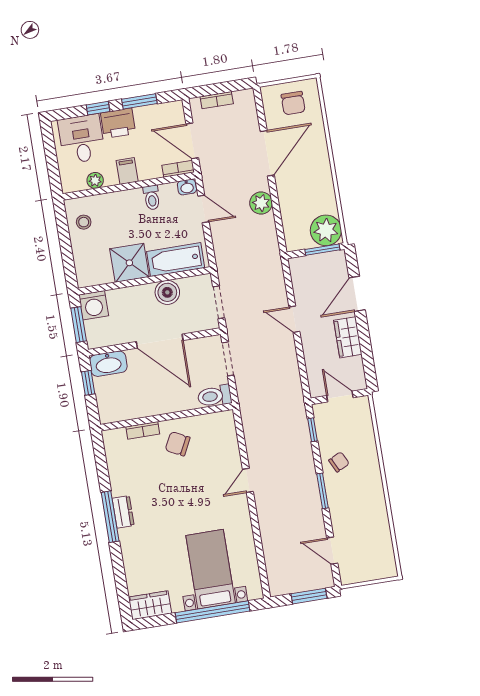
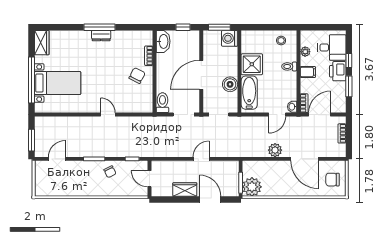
toilet: (152, 198) -> (289, 66), moved
washbasin: (108, 364) -> (163, 41), moved, turned 180
door: (340, 397) -> (150, 179), swing flipped

